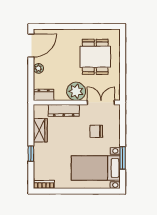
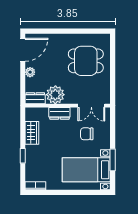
dining table: (95, 57) -> (86, 61), turned 90
plant: (76, 91) -> (55, 95), moved
double door: (101, 103) -> (91, 106), swing flipped
dresser: (64, 110) -> (59, 113), width x0.70

